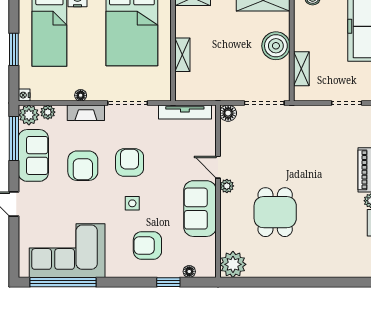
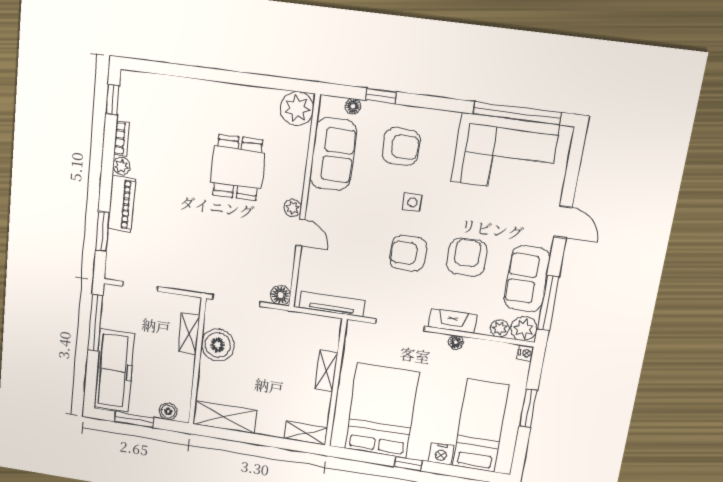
boiler: (276, 46) -> (218, 345), moved
armchair: (130, 162) -> (408, 253), turned 90
sofa: (200, 209) -> (333, 154), moved

